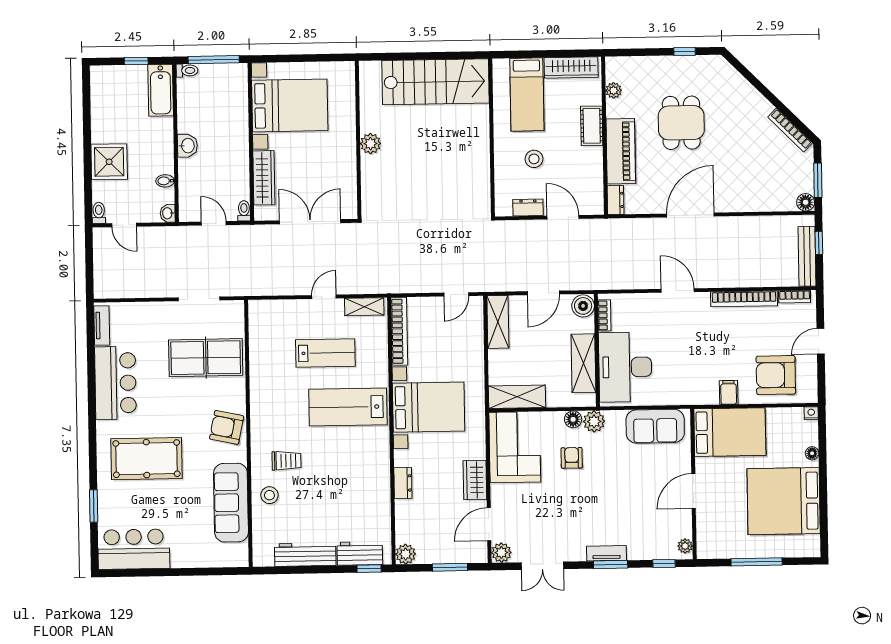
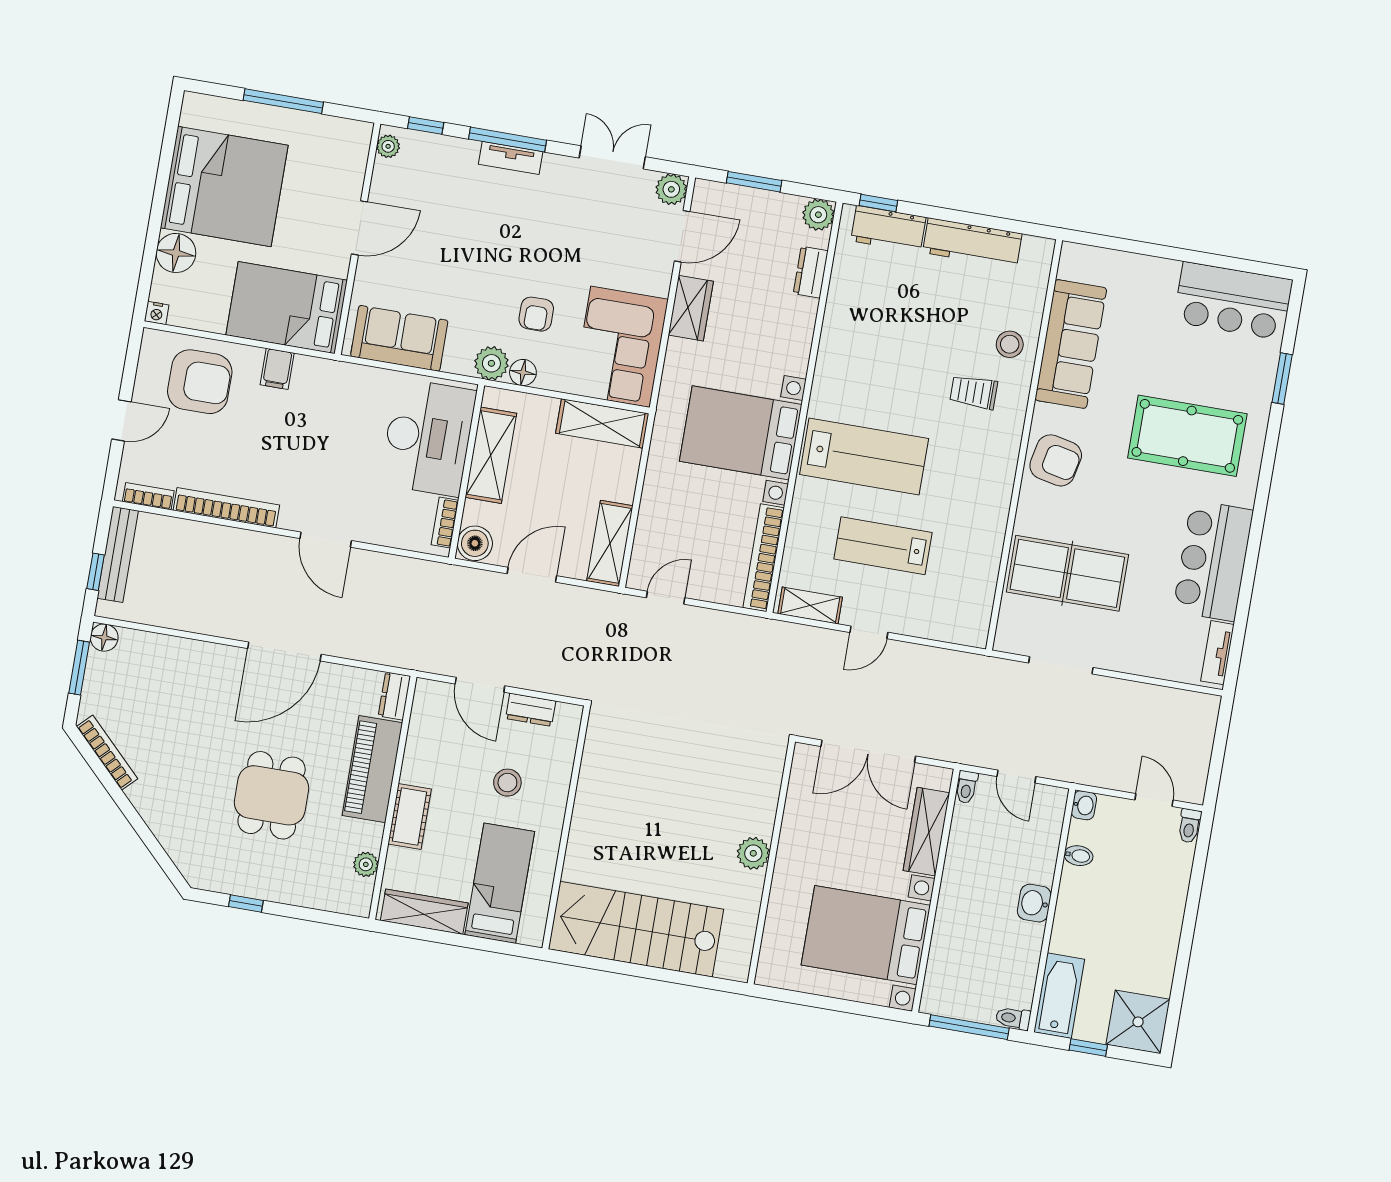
shower: (109, 162) -> (1138, 1022), moved
floor lamp: (812, 453) -> (176, 253), width x1.89, depth x1.89
dresser: (403, 483) -> (811, 272), moved
window: (611, 564) -> (508, 140), width x1.44

